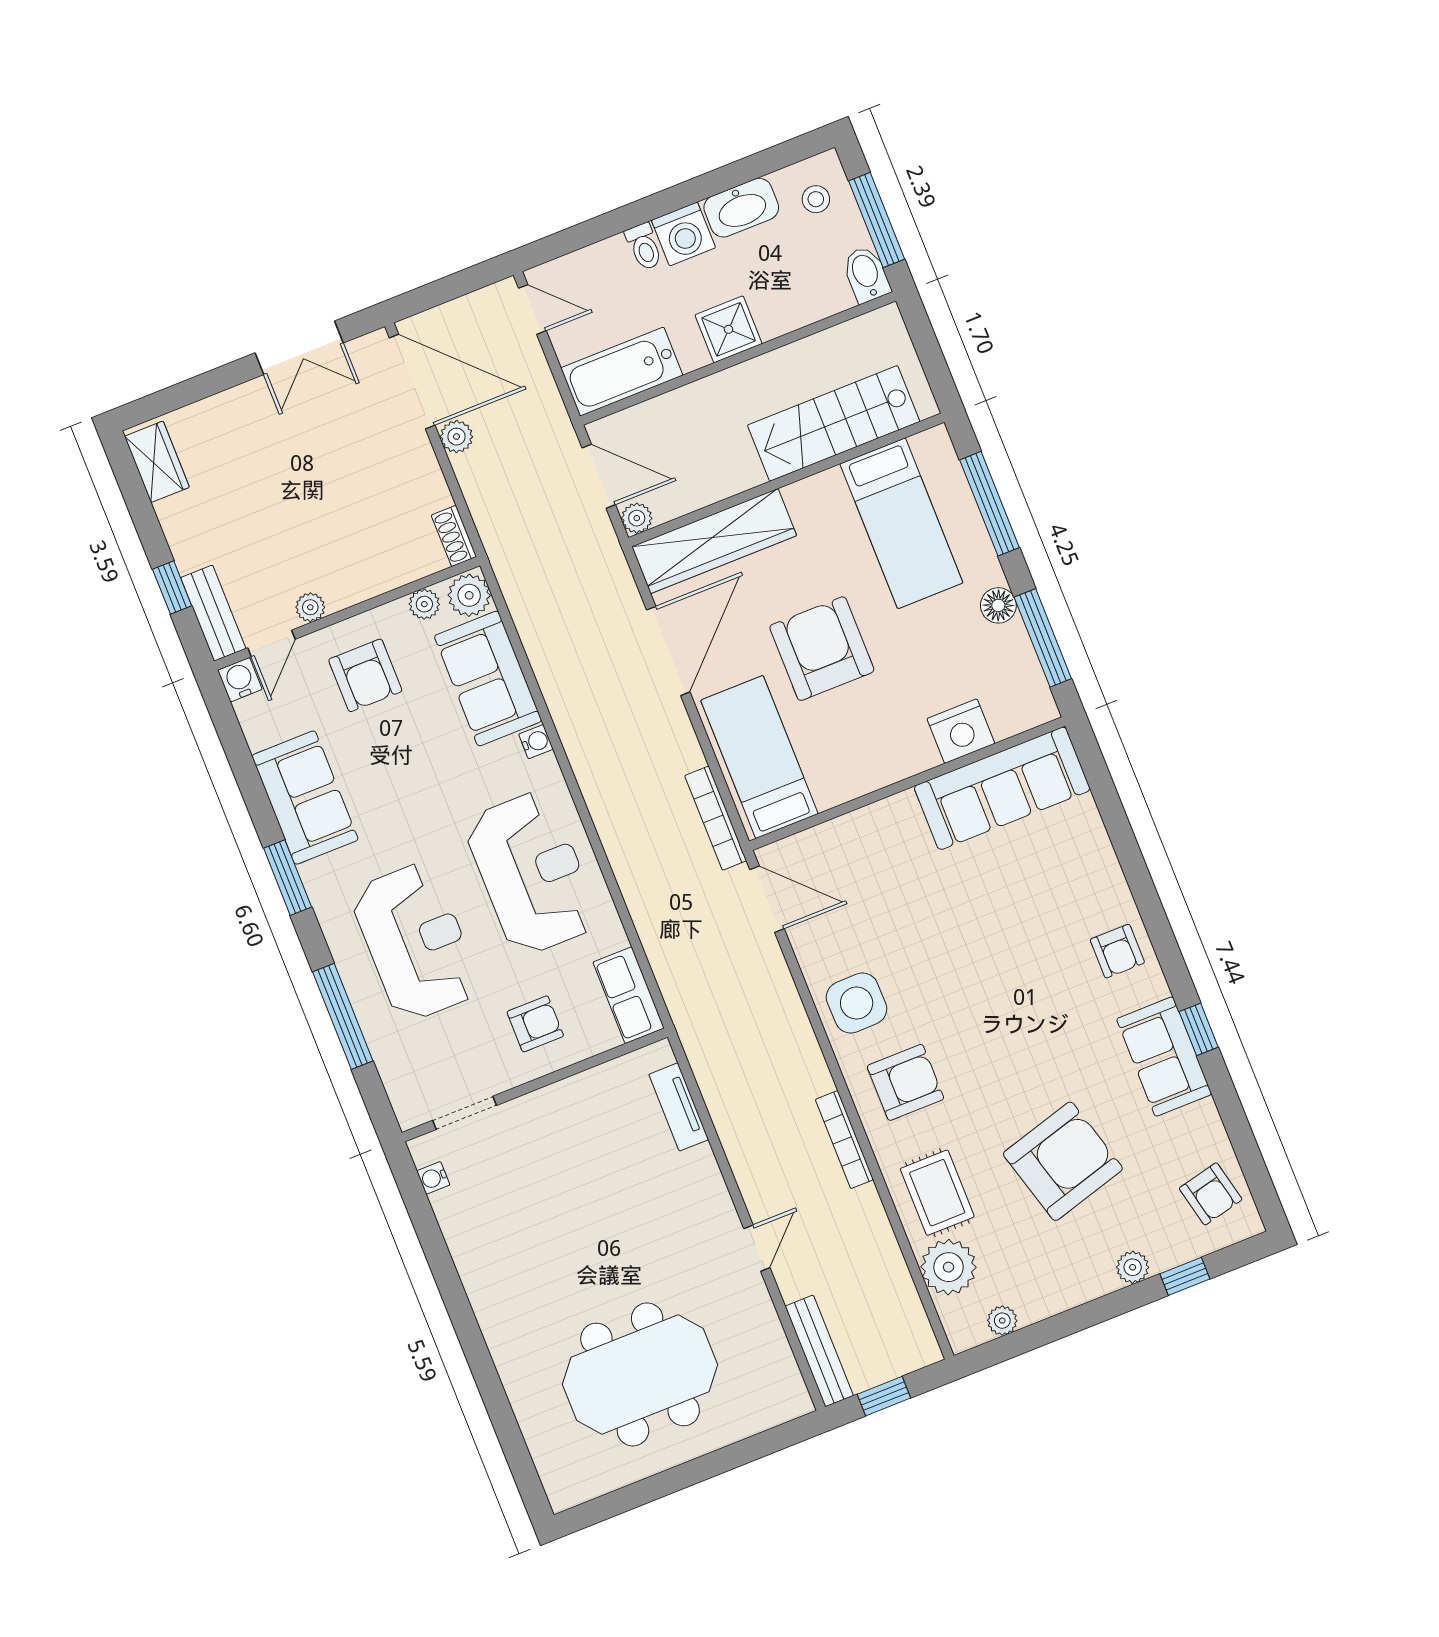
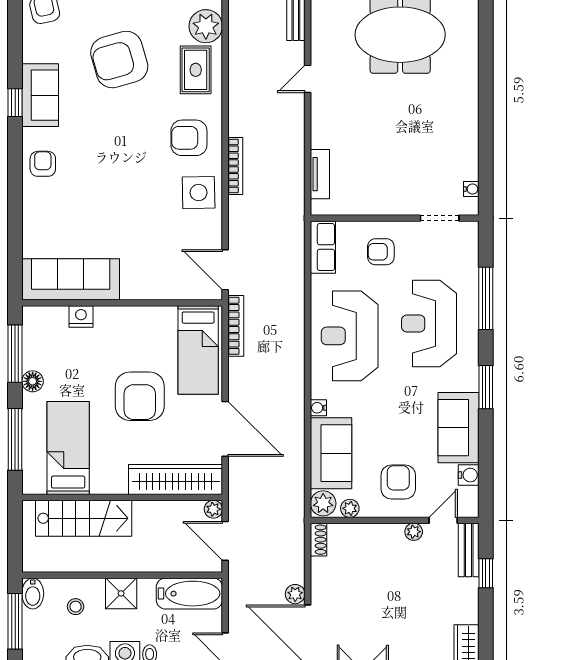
stool: (816, 199) -> (76, 607), moved
door: (668, 651) -> (225, 429), swing flipped
water cooler: (240, 680) -> (469, 475), moved, turned -90
nightstand: (961, 731) -> (81, 316), width x0.74, depth x0.75
bookcase: (844, 1140) -> (235, 166), moved

